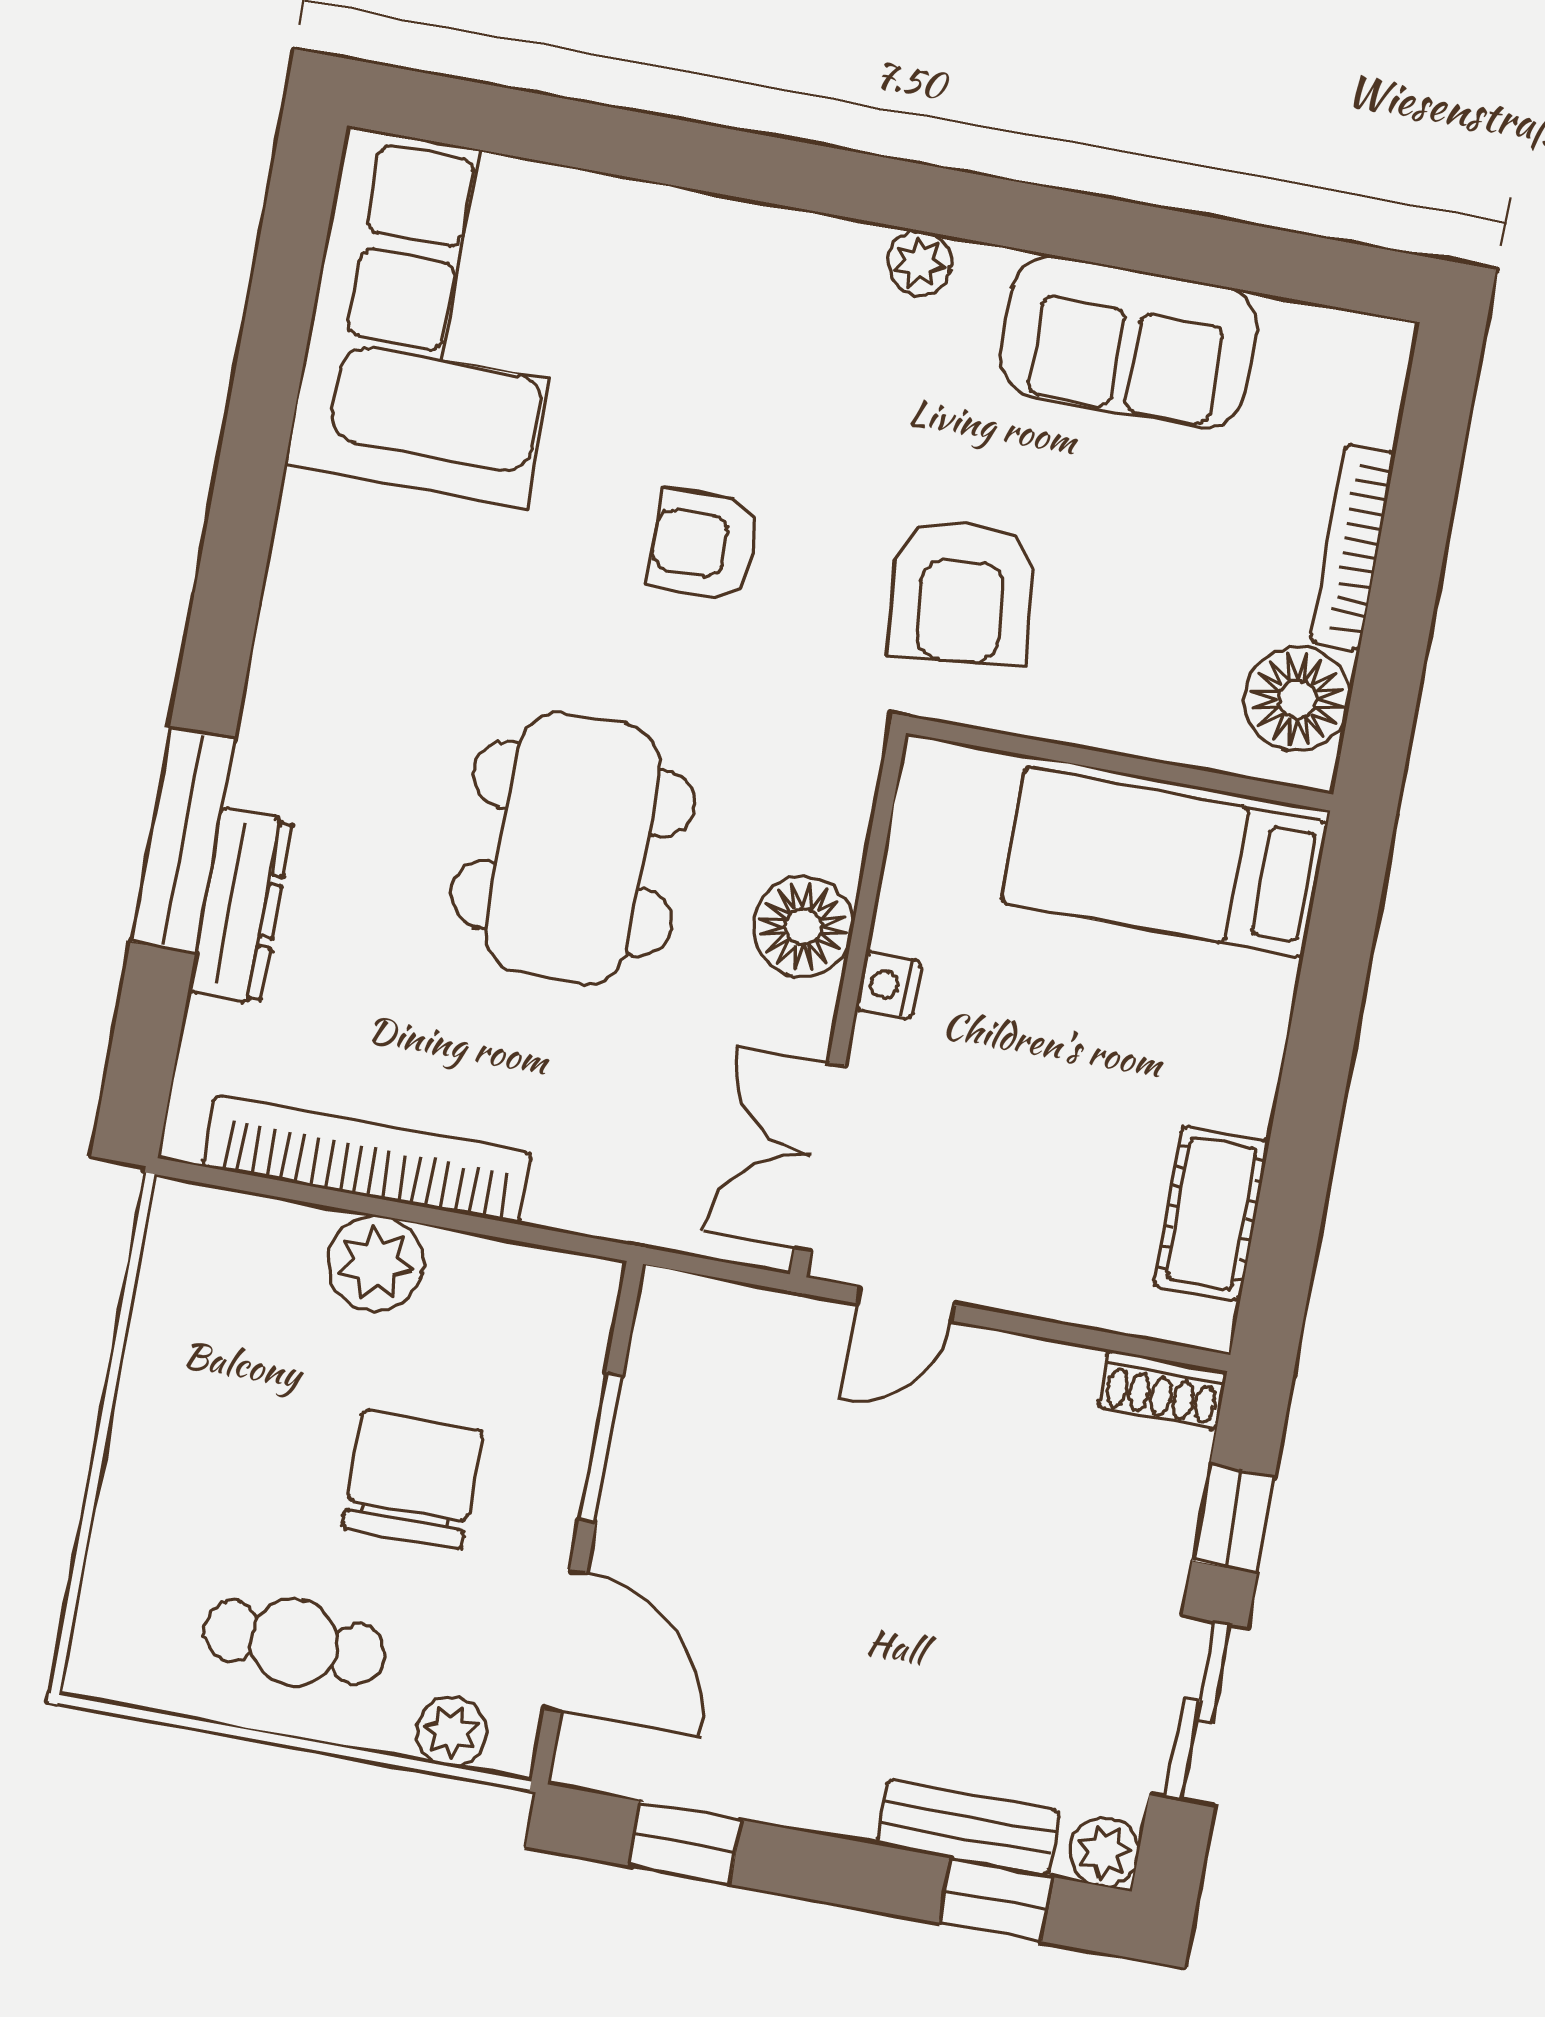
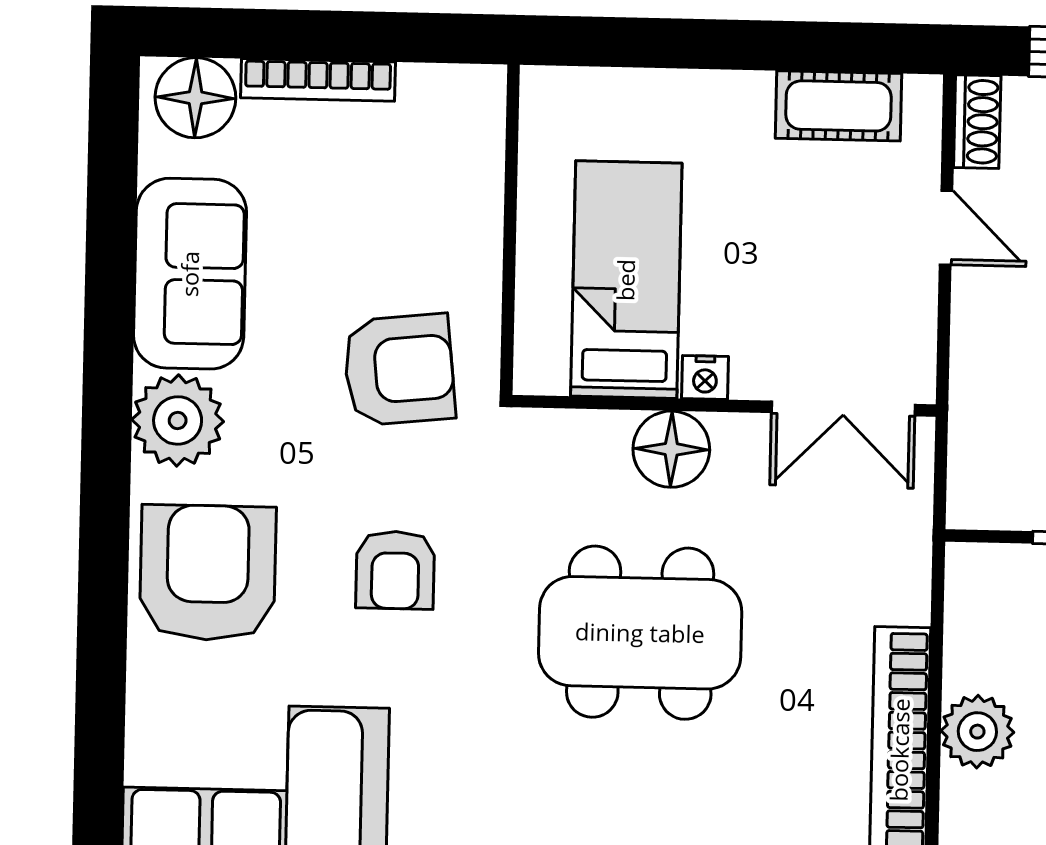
plant: (919, 263) -> (178, 420), width x1.88, depth x1.88
armchair: (739, 303) -> (208, 573), added
floor lamp: (1297, 699) -> (195, 98), moved
bed: (1164, 862) -> (626, 280), moved, turned 180
door: (905, 1304) -> (946, 228), moved

